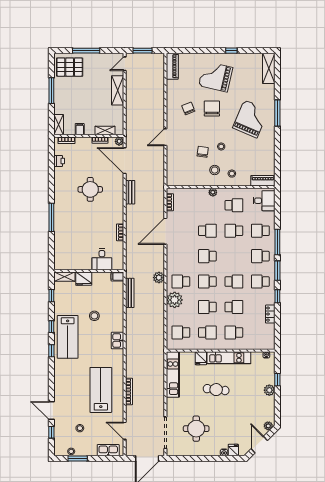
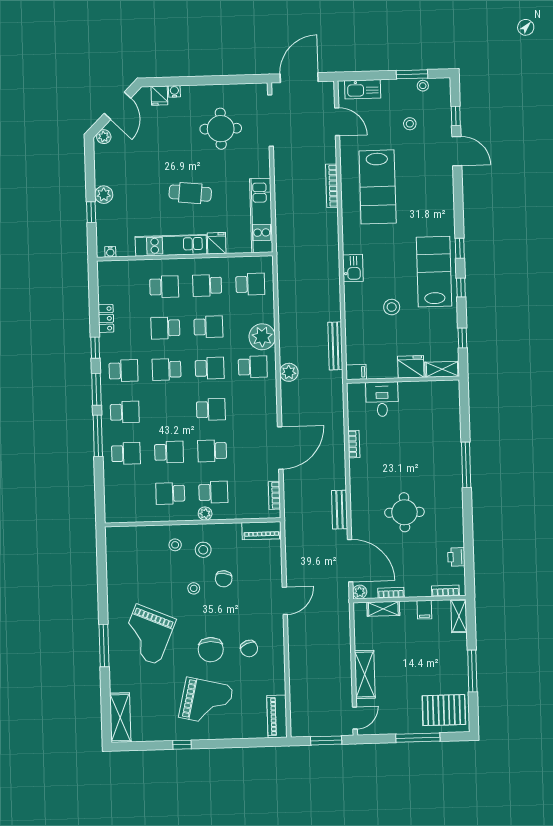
piano: (263, 181) -> (262, 531), moved
desk: (264, 201) -> (122, 502), removed
school desk: (207, 205) -> (213, 492), added

